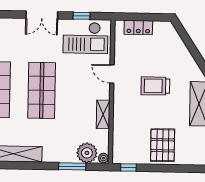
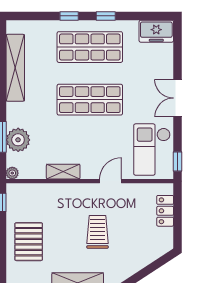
window: (81, 16) -> (178, 161), moved
pallet: (163, 145) -> (29, 242), turned 90
plant: (87, 153) -> (18, 140), moved

